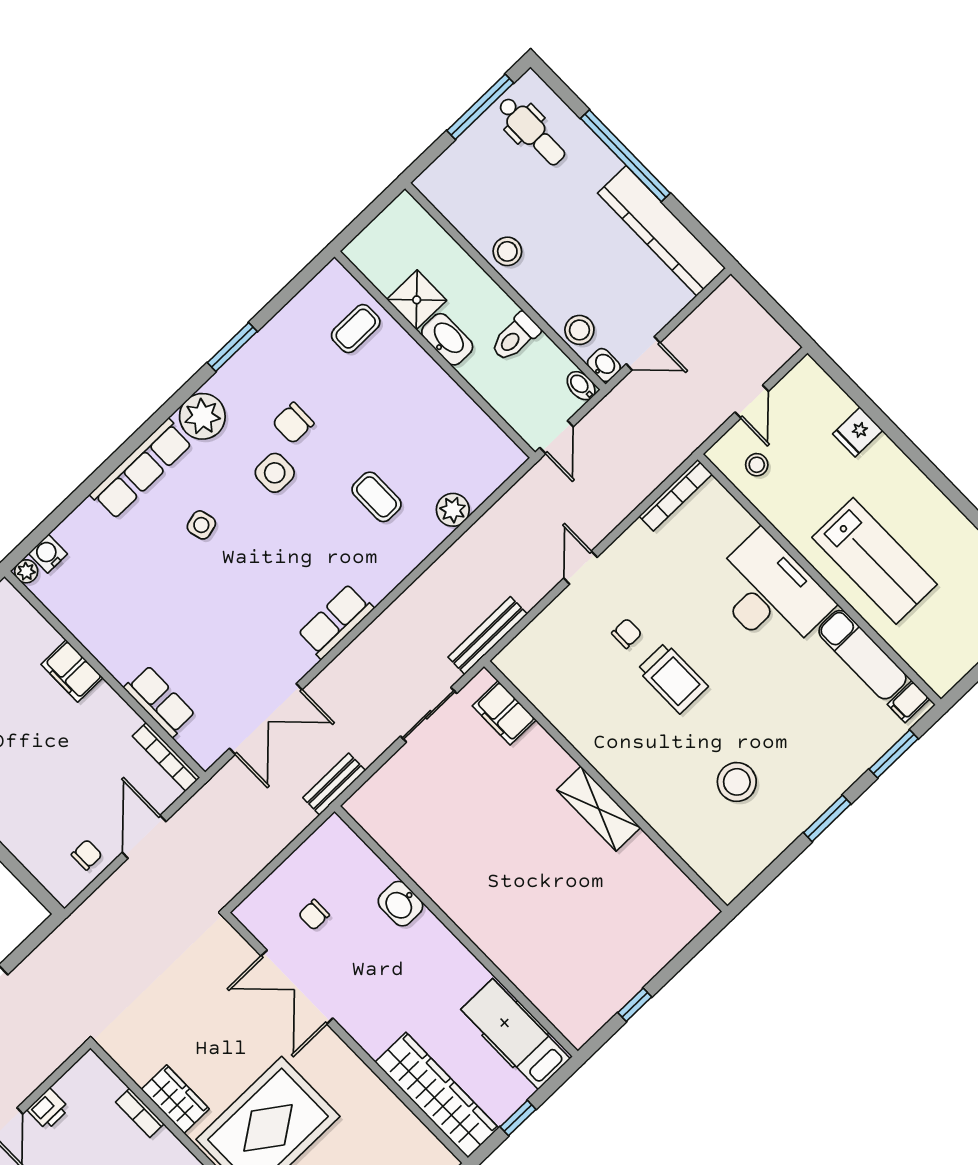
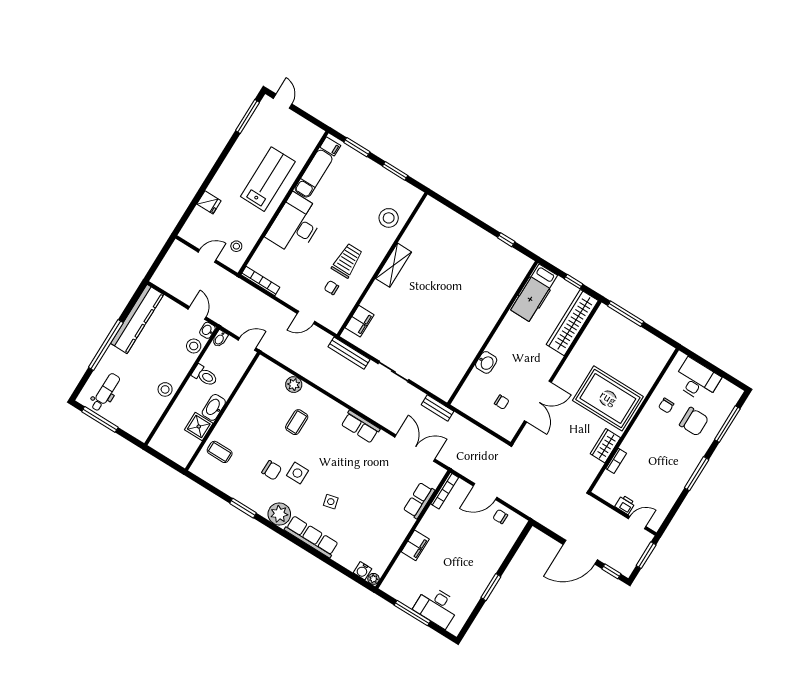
filing cabinet: (504, 713) -> (360, 321), moved
wall: (606, 786) -> (382, 264), moved
shelving: (599, 809) -> (394, 265), moved

